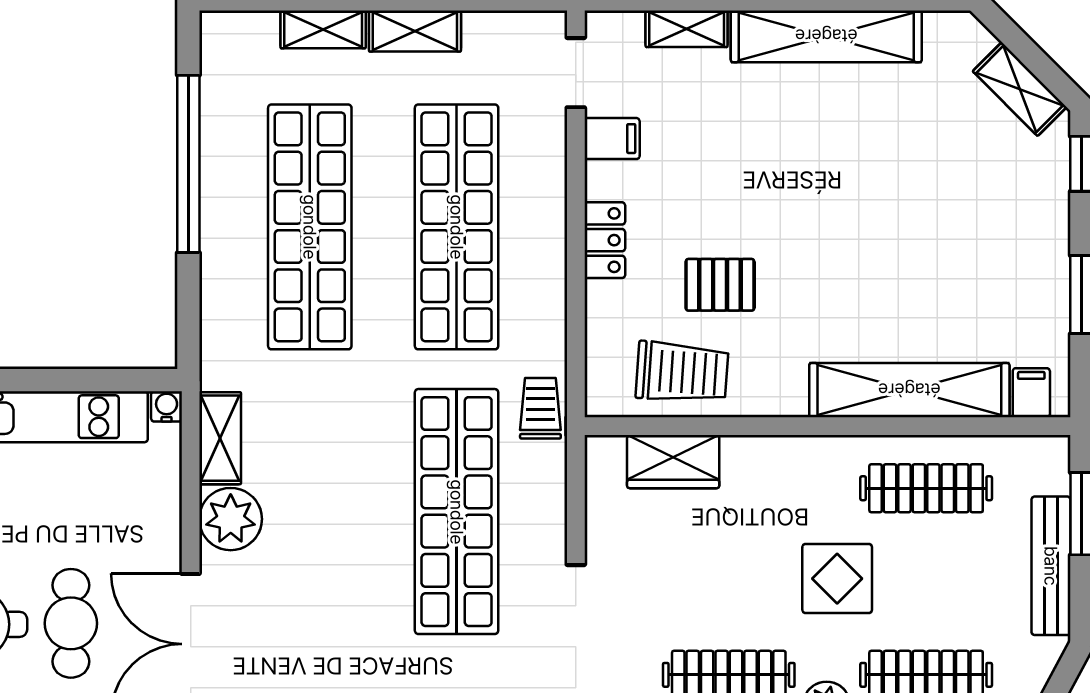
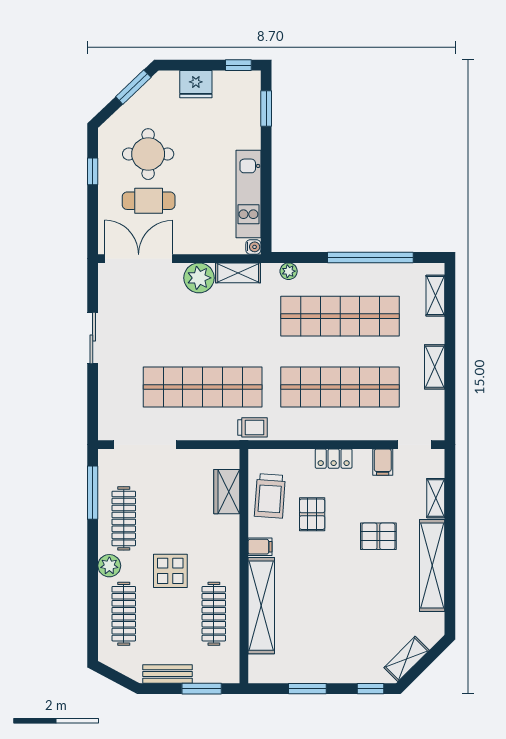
shelving: (323, 29) -> (435, 296), moved
pallet: (766, 147) -> (378, 536), added
plant: (217, 334) -> (289, 271), added
filing cabinet: (1031, 393) -> (260, 547), moved
bench: (1051, 566) -> (167, 674), width x0.73

